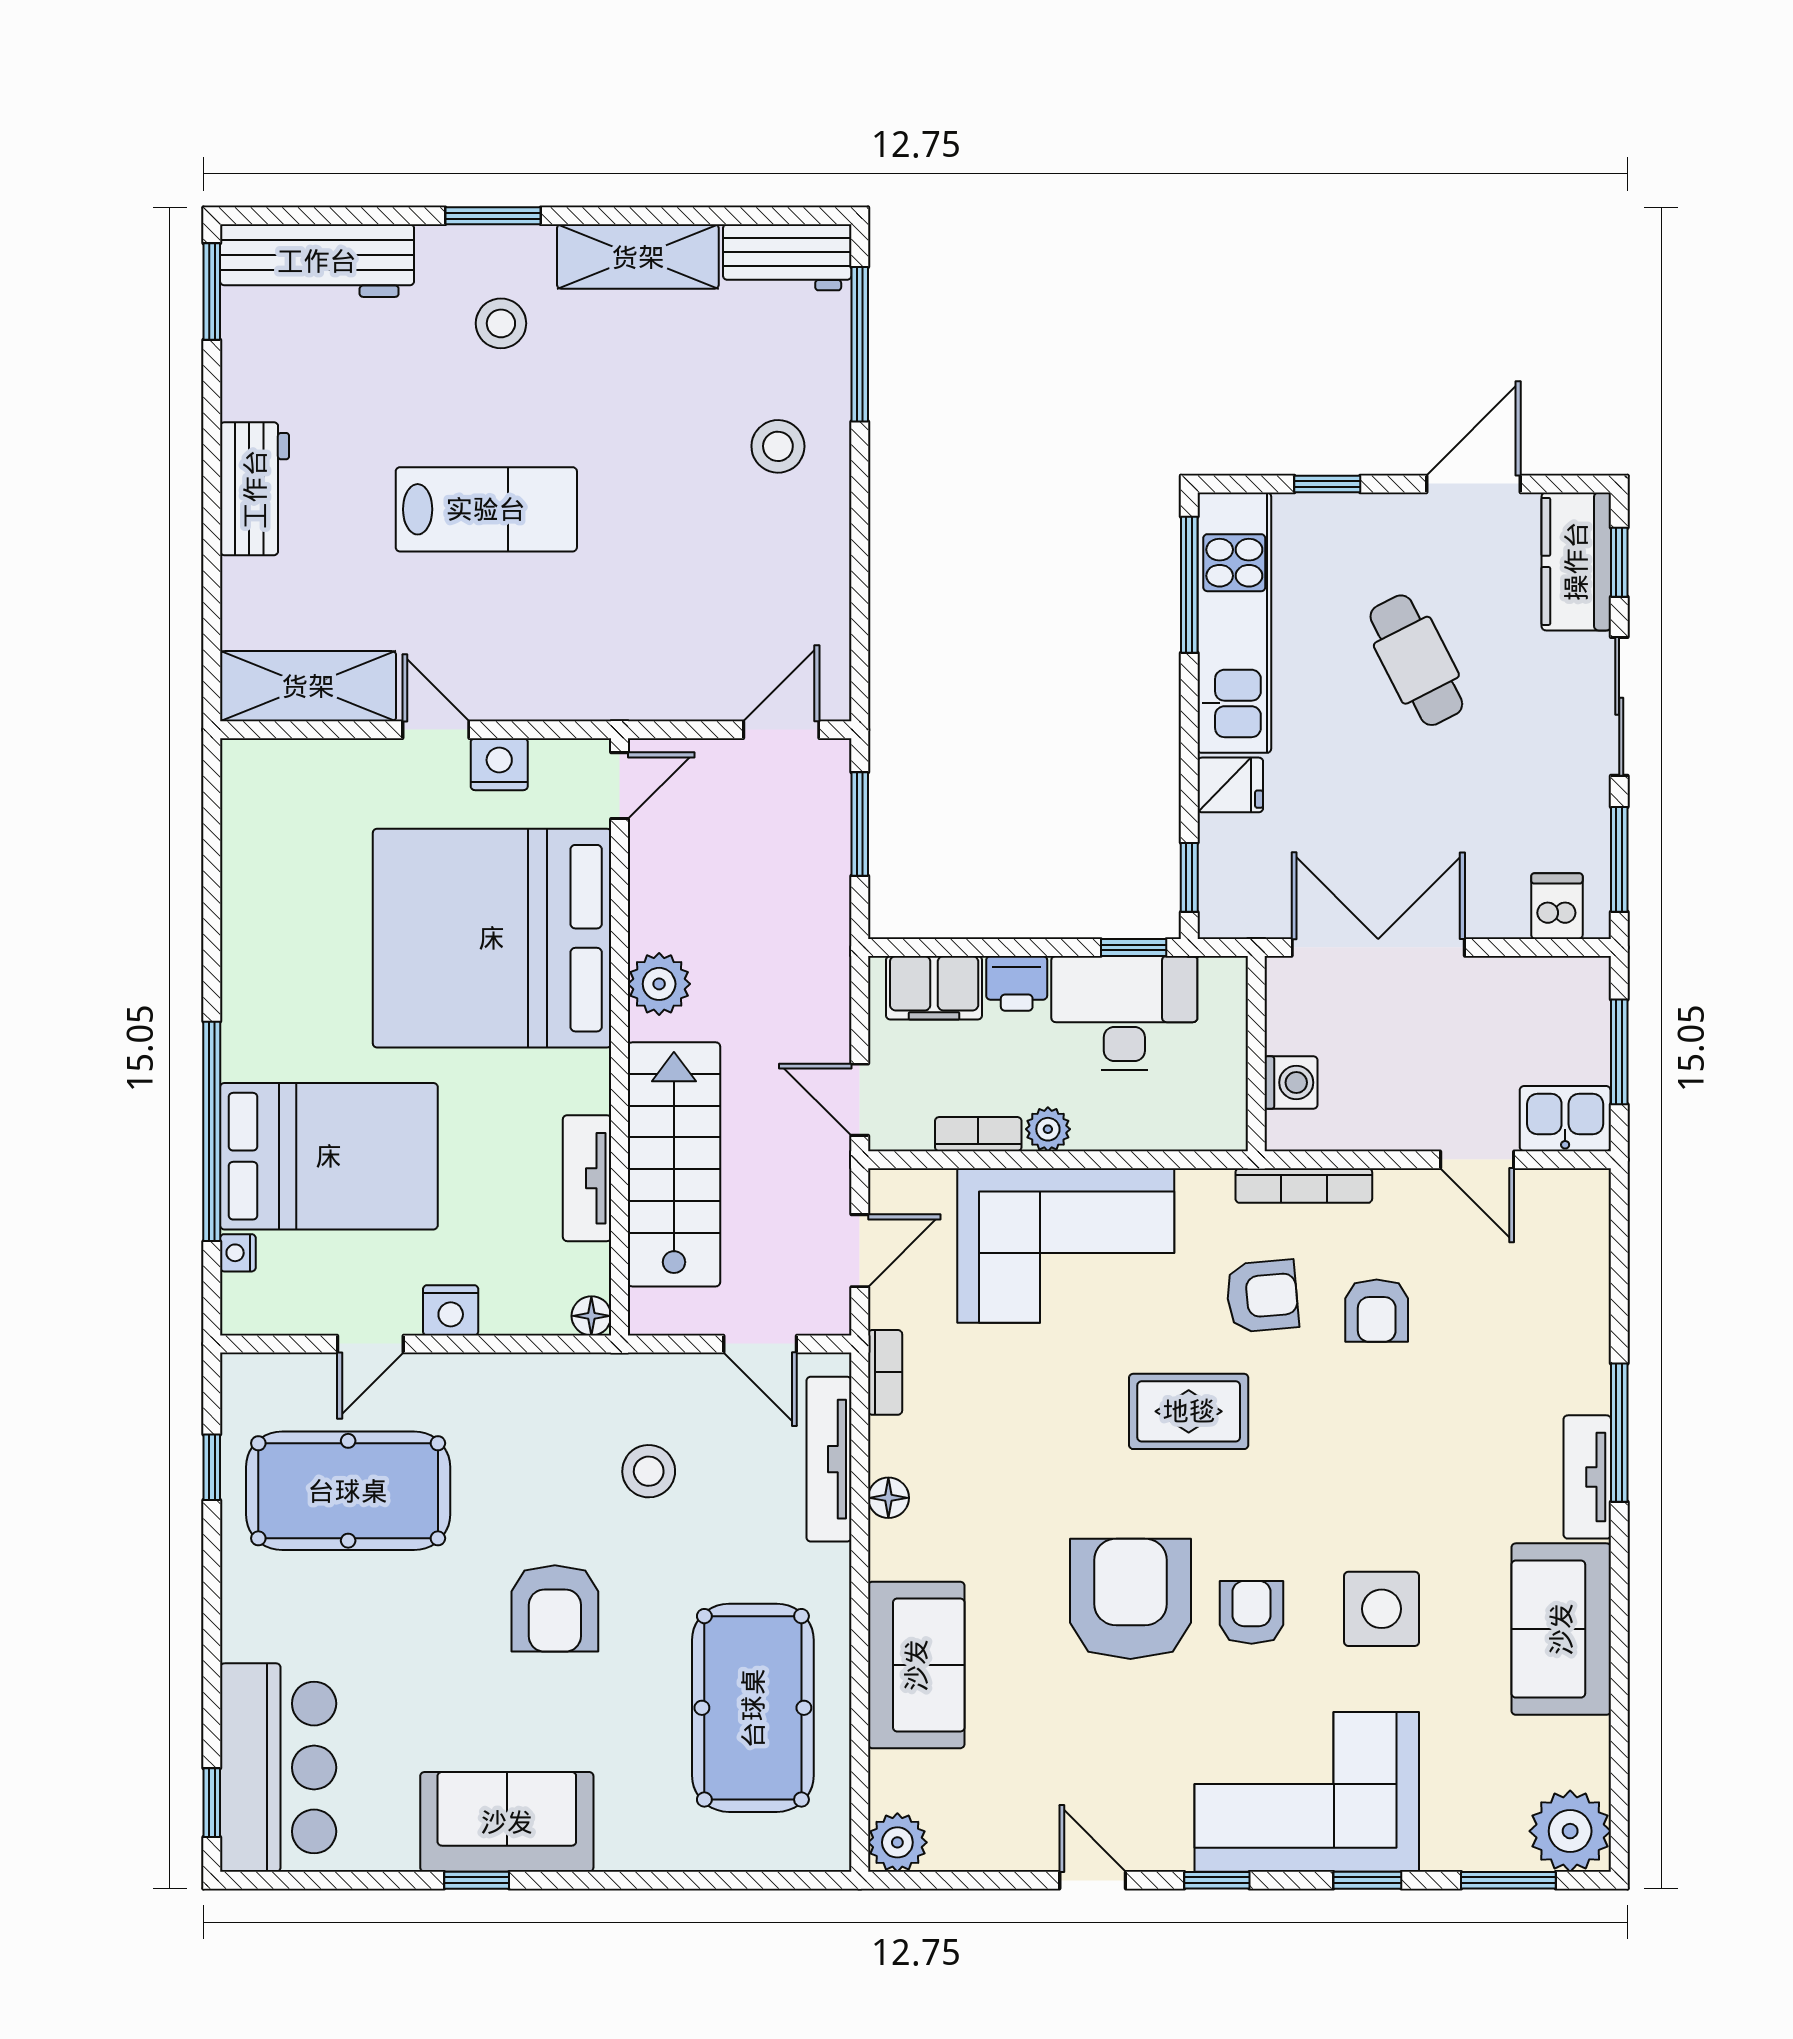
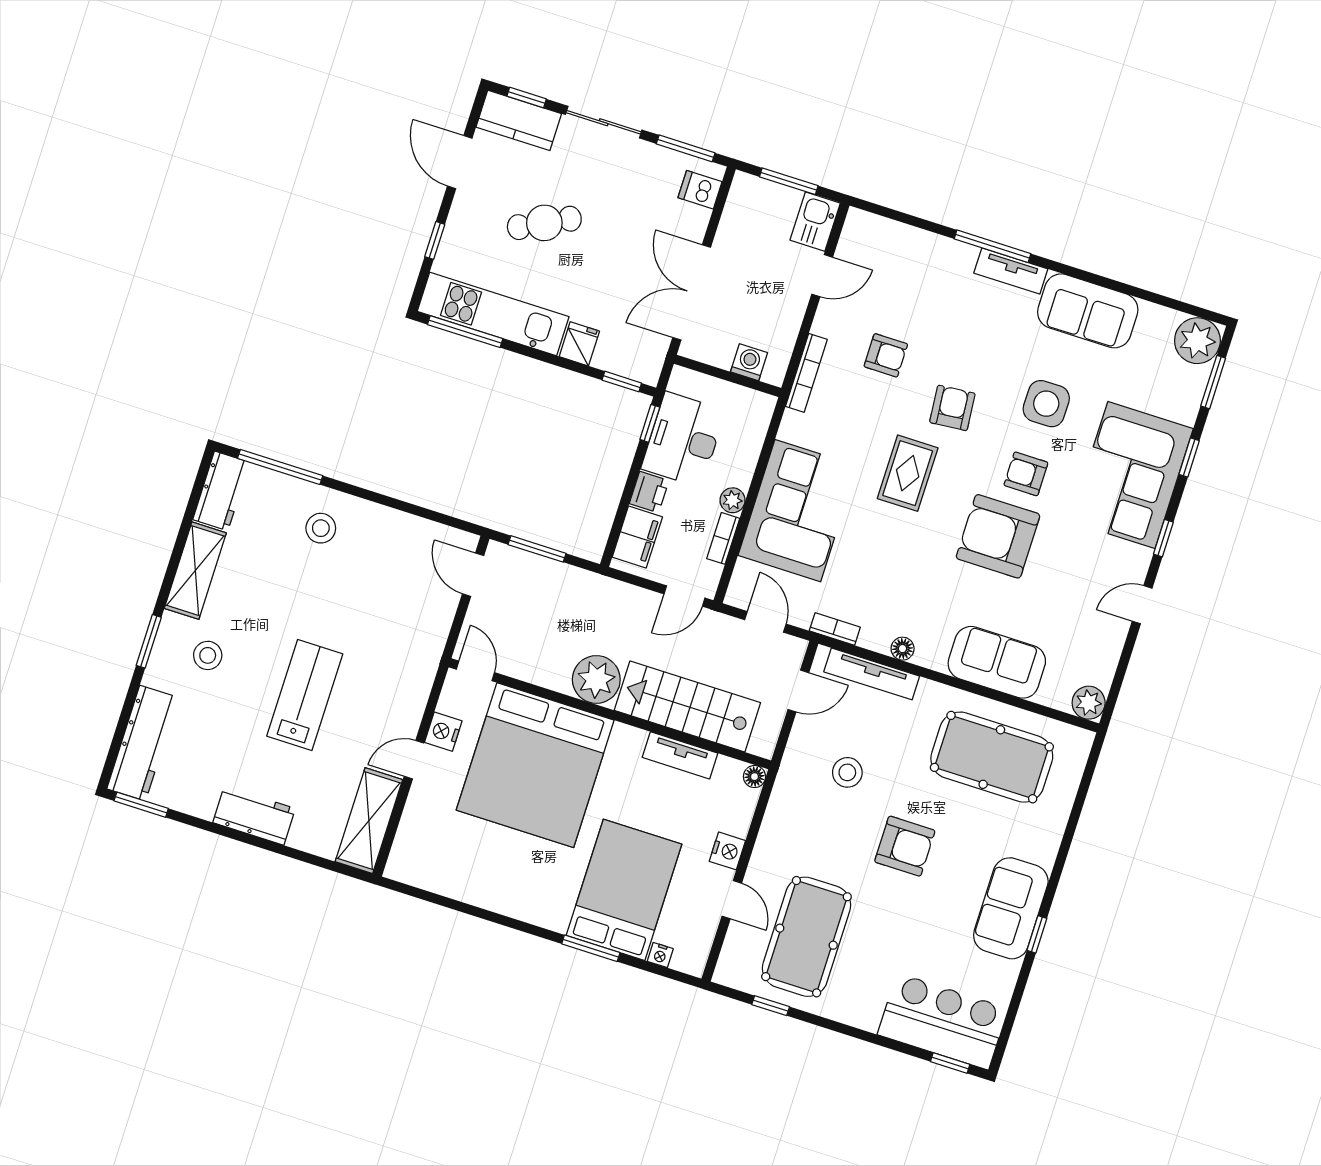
plant: (659, 984) -> (596, 679), width x1.36, depth x1.36
window: (212, 1131) -> (591, 948), width x0.47
armchair: (1262, 1296) -> (952, 408), moved

